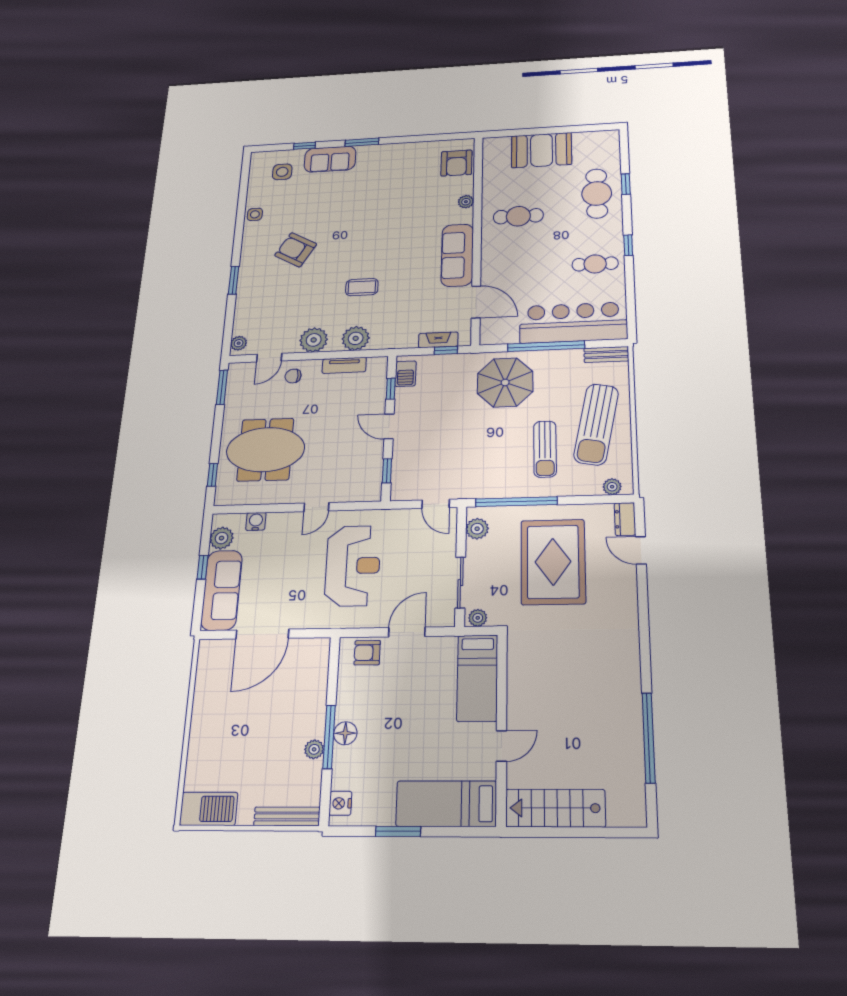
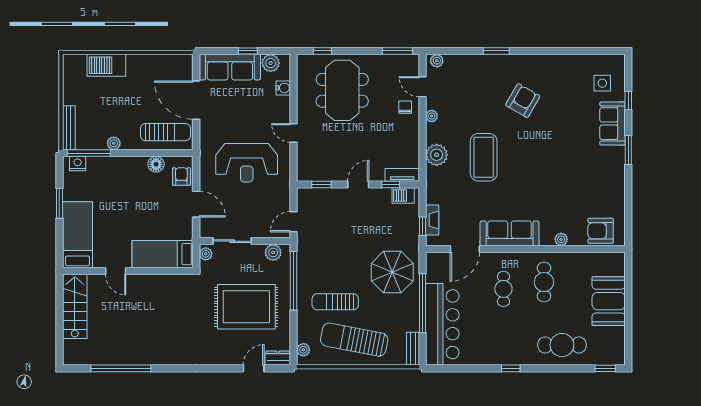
window: (626, 184) -> (605, 368), moved
side table: (255, 214) -> (560, 63), removed
cafe table: (595, 264) -> (503, 289), moved
coffee table: (362, 287) -> (484, 157), width x1.86, depth x1.72
plant: (314, 340) -> (432, 116), width x0.53, depth x0.53
tv unit: (344, 365) -> (402, 175), moved, turned 90
sun lounger: (303, 676) -> (165, 132), added
floor lamp: (345, 733) -> (156, 164), moved
window: (329, 737) -> (89, 153), moved
barbecue: (209, 809) -> (106, 65), moved, turned 90

